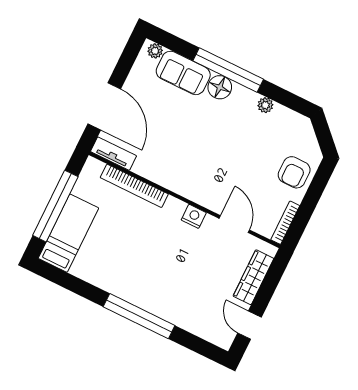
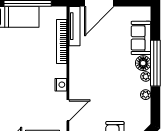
plant: (155, 51) -> (146, 77), moved
tv unit: (114, 154) -> (74, 26), width x1.41

